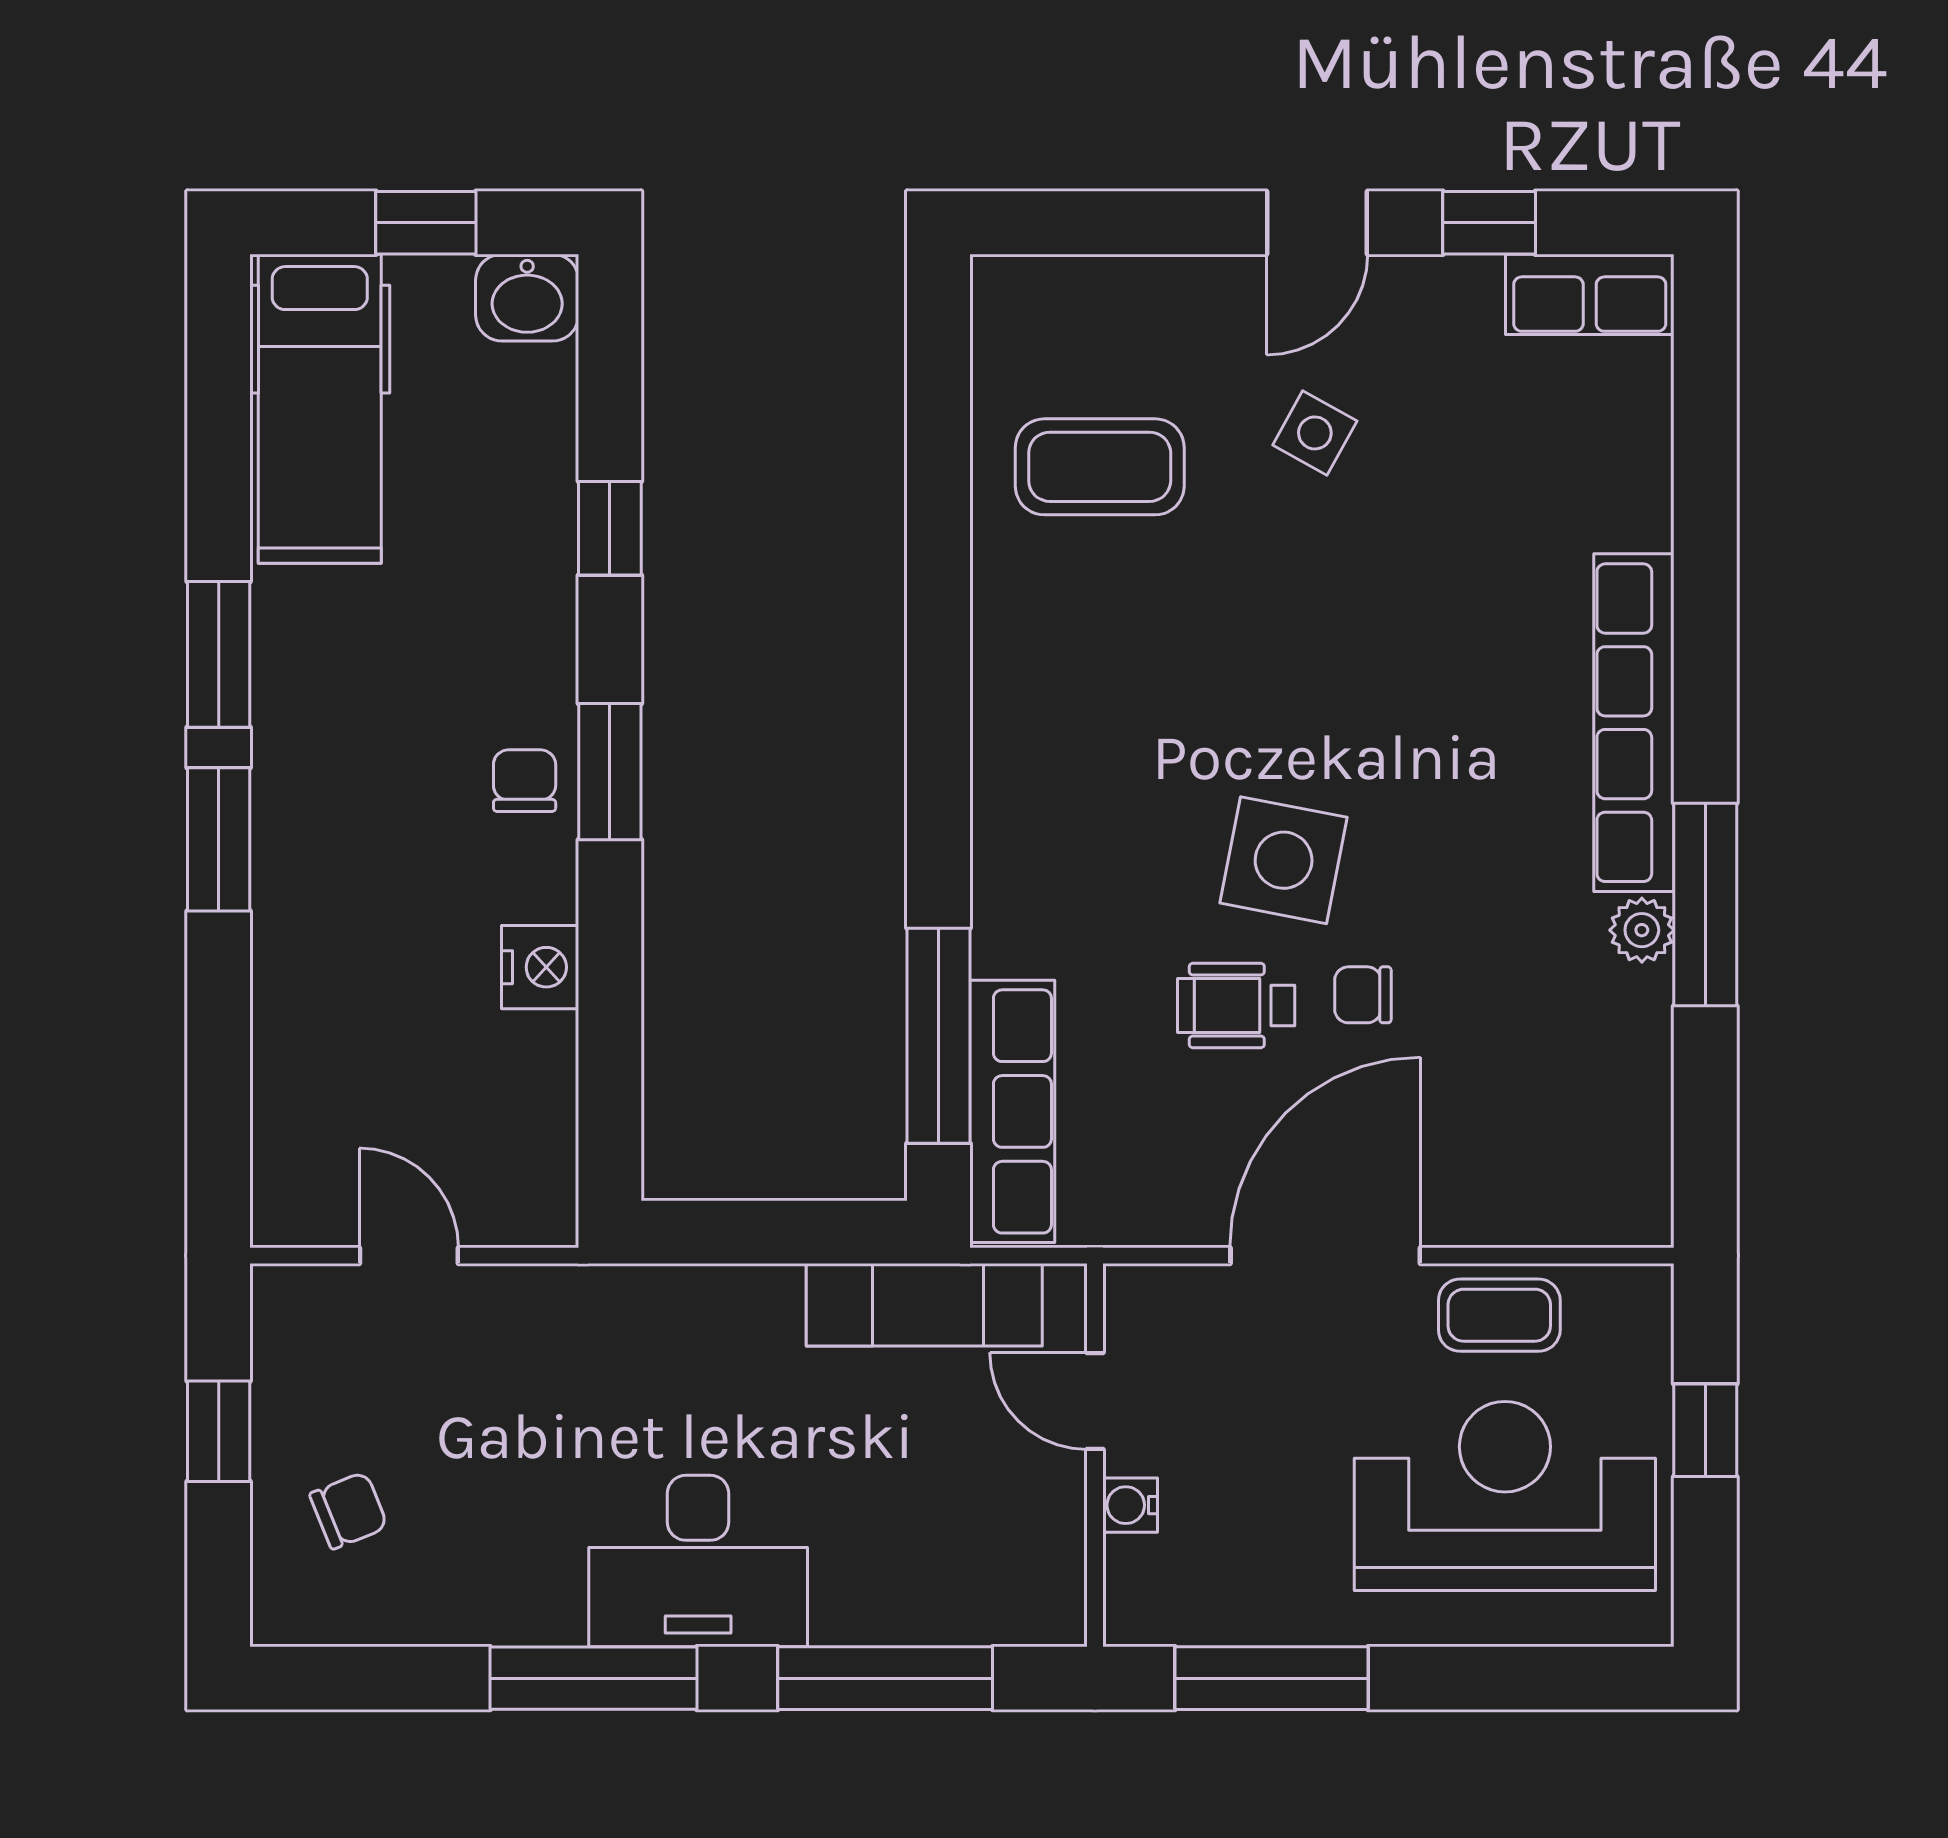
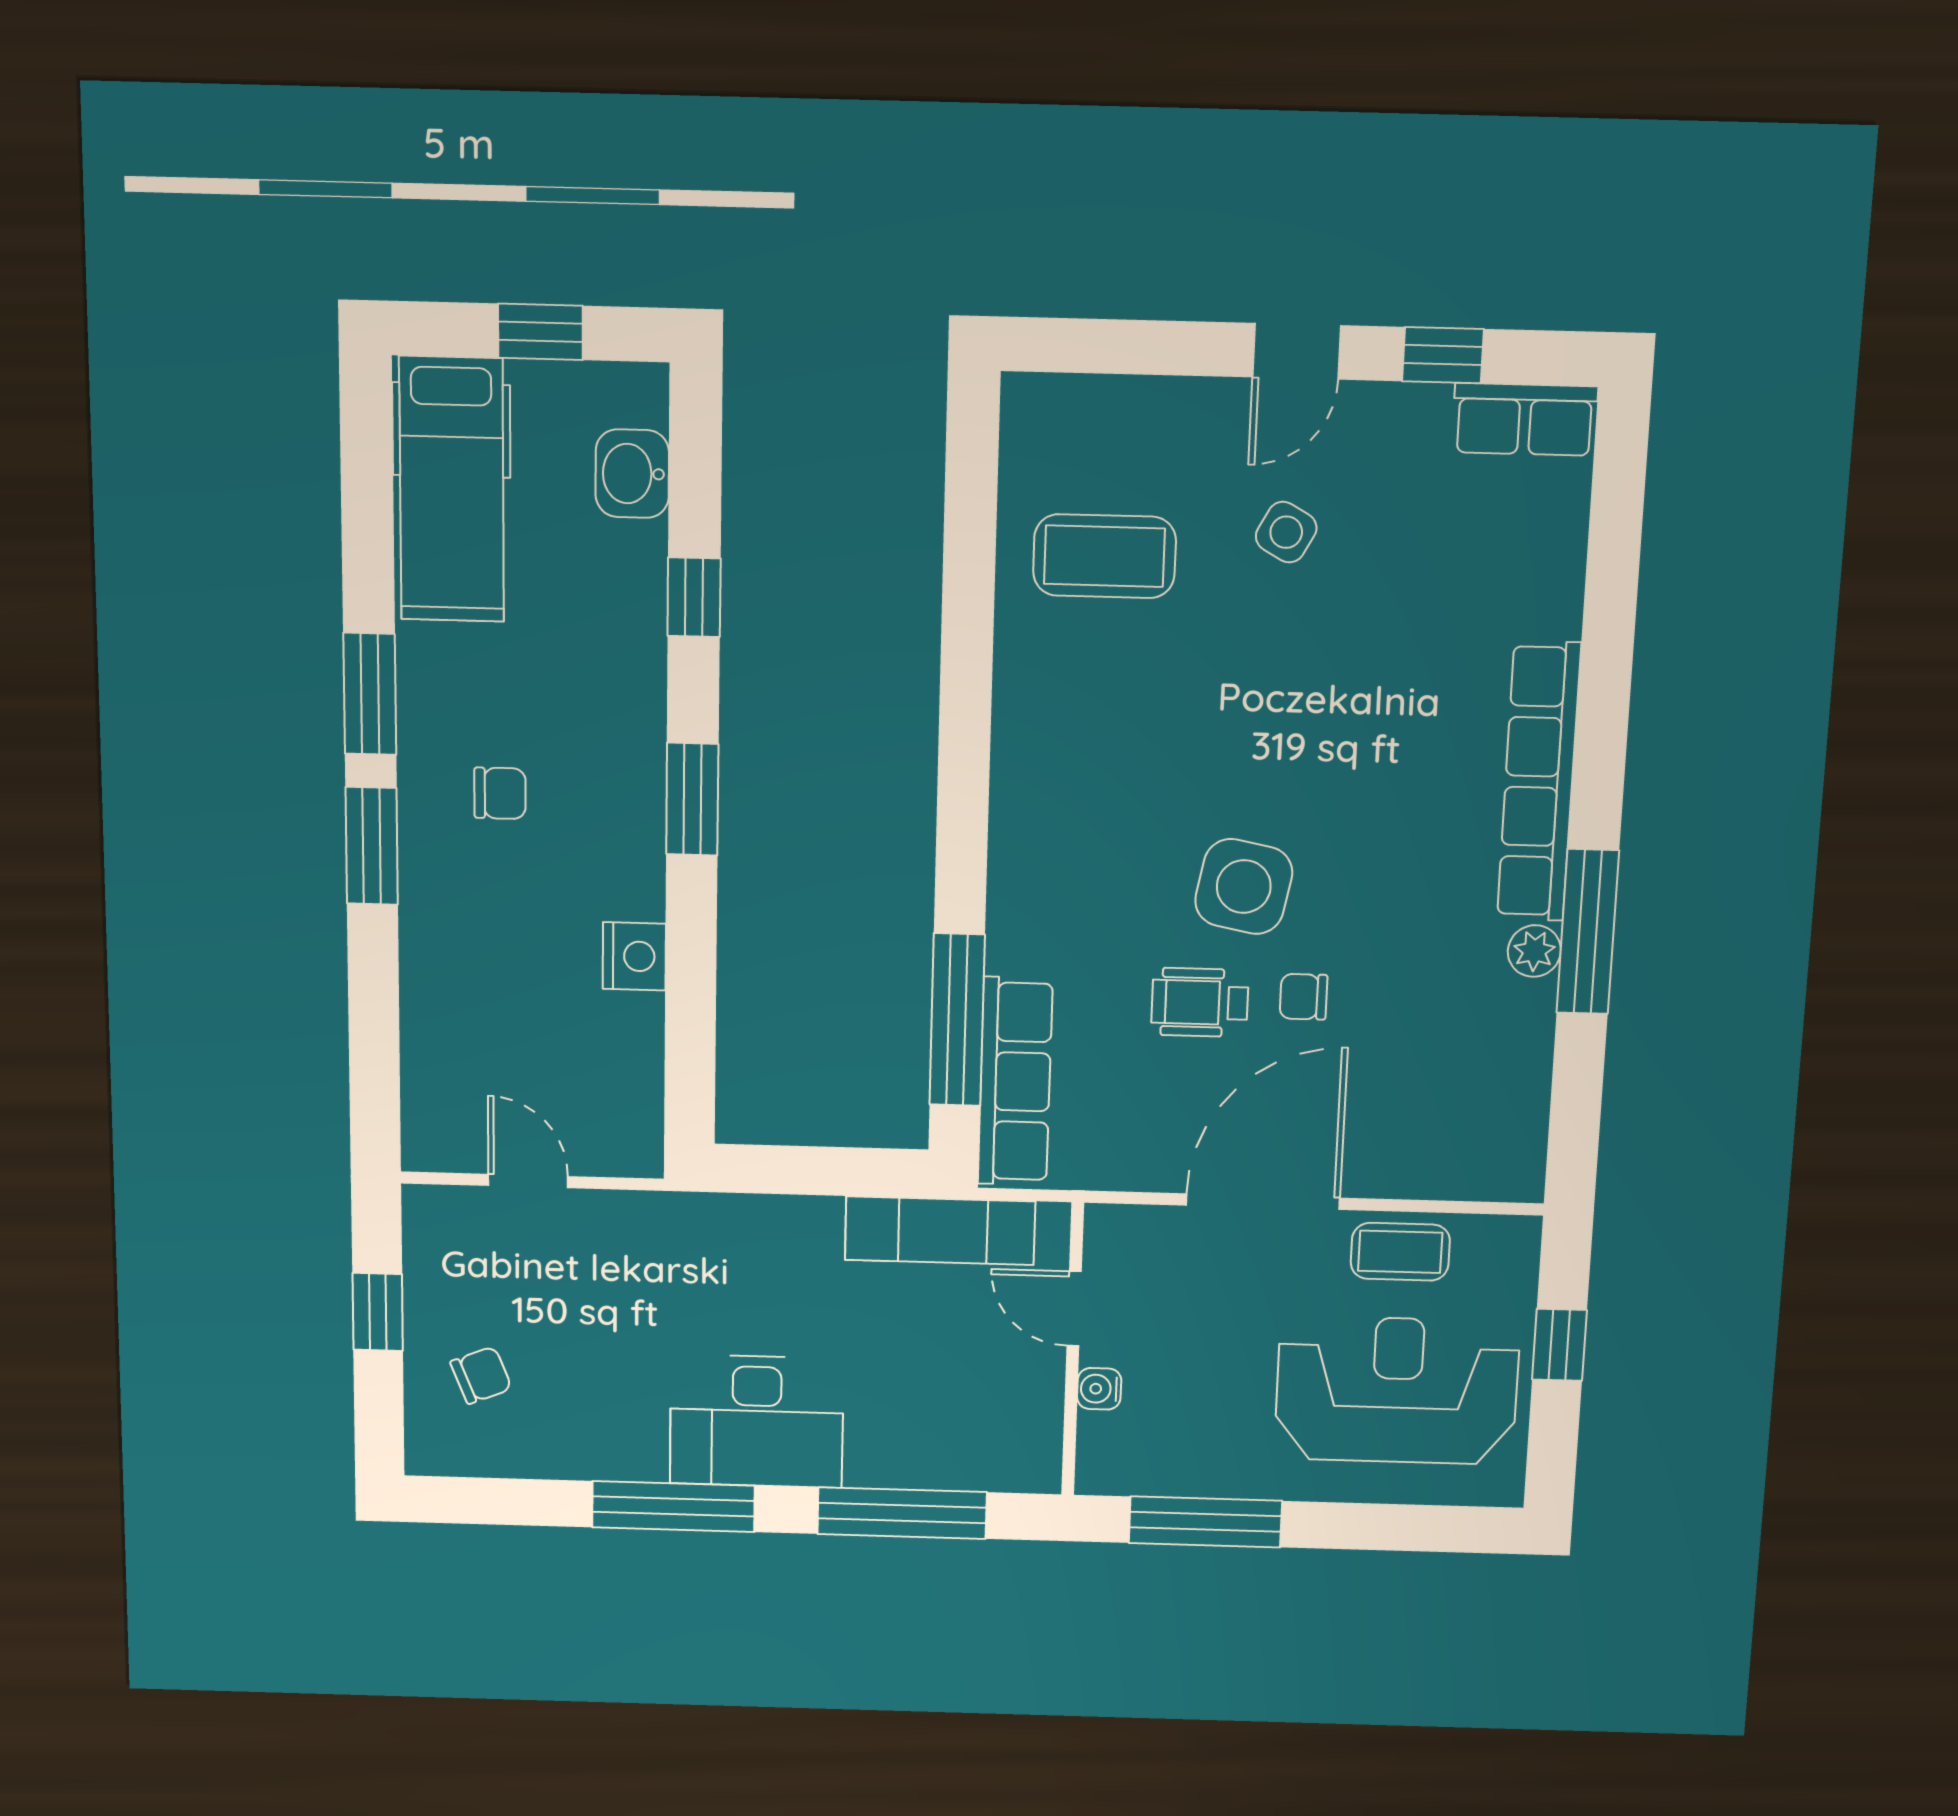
washbasin: (527, 298) -> (632, 474), moved, turned 90
chair: (525, 781) -> (500, 793), moved, turned 90

